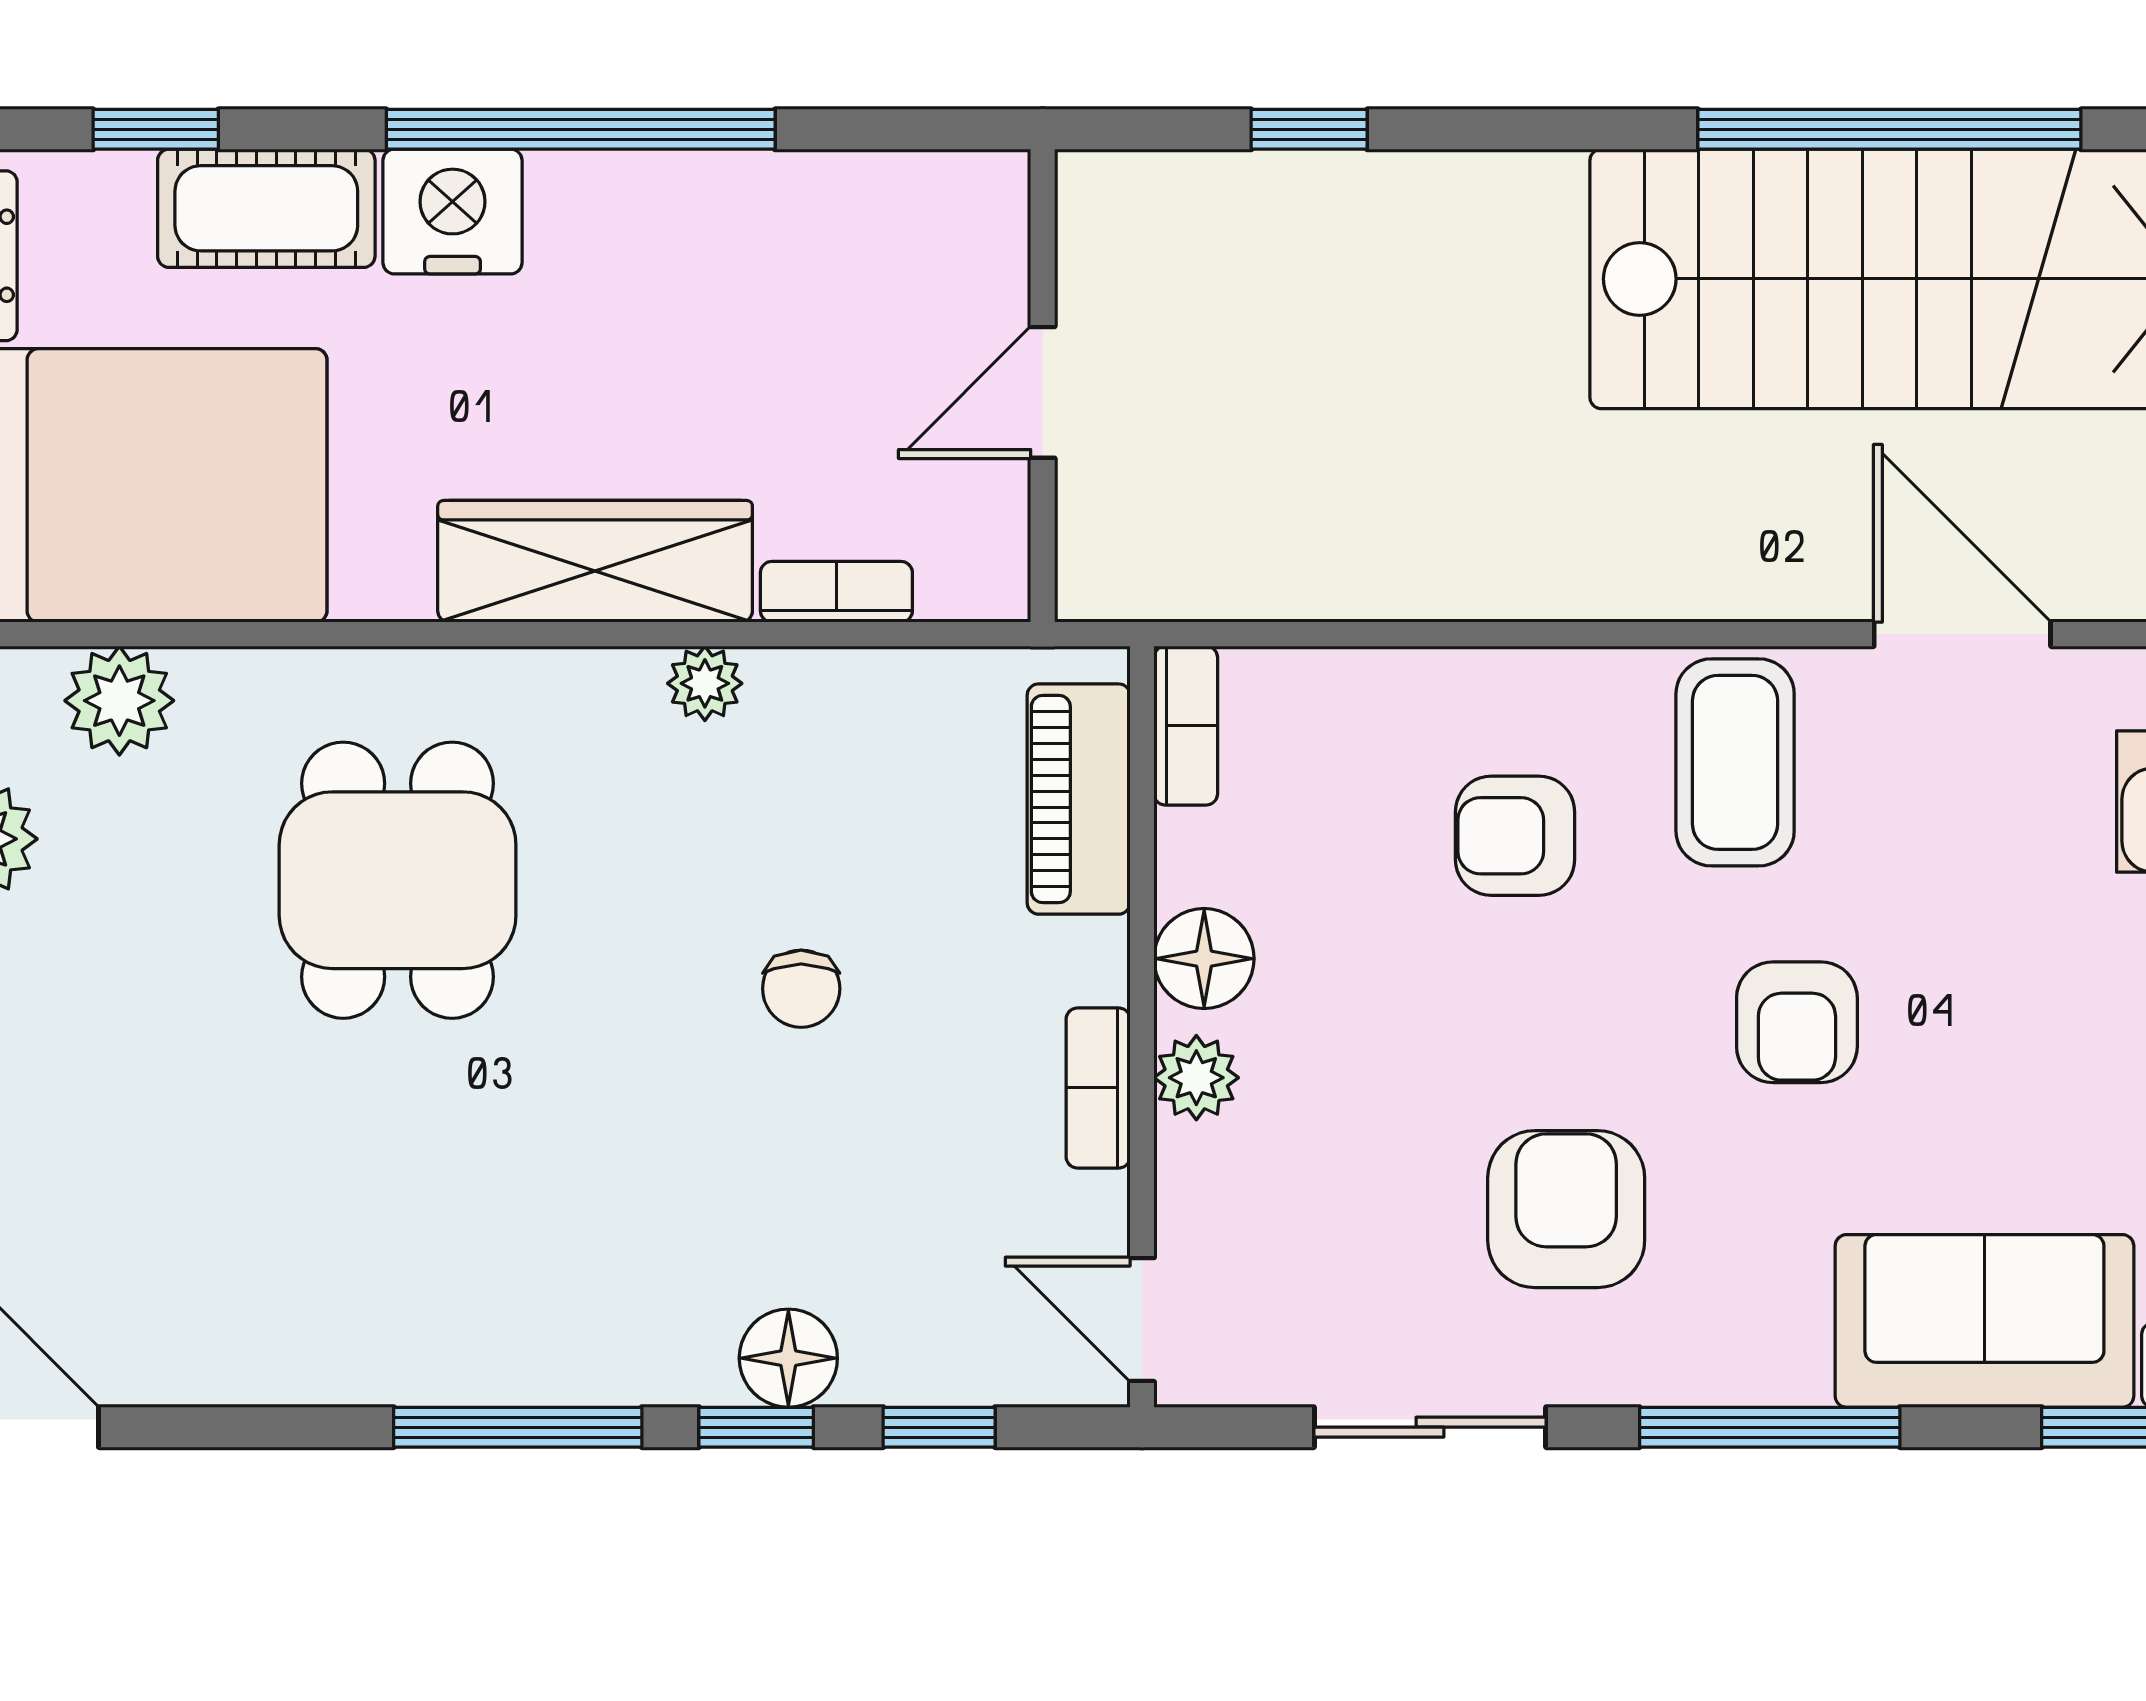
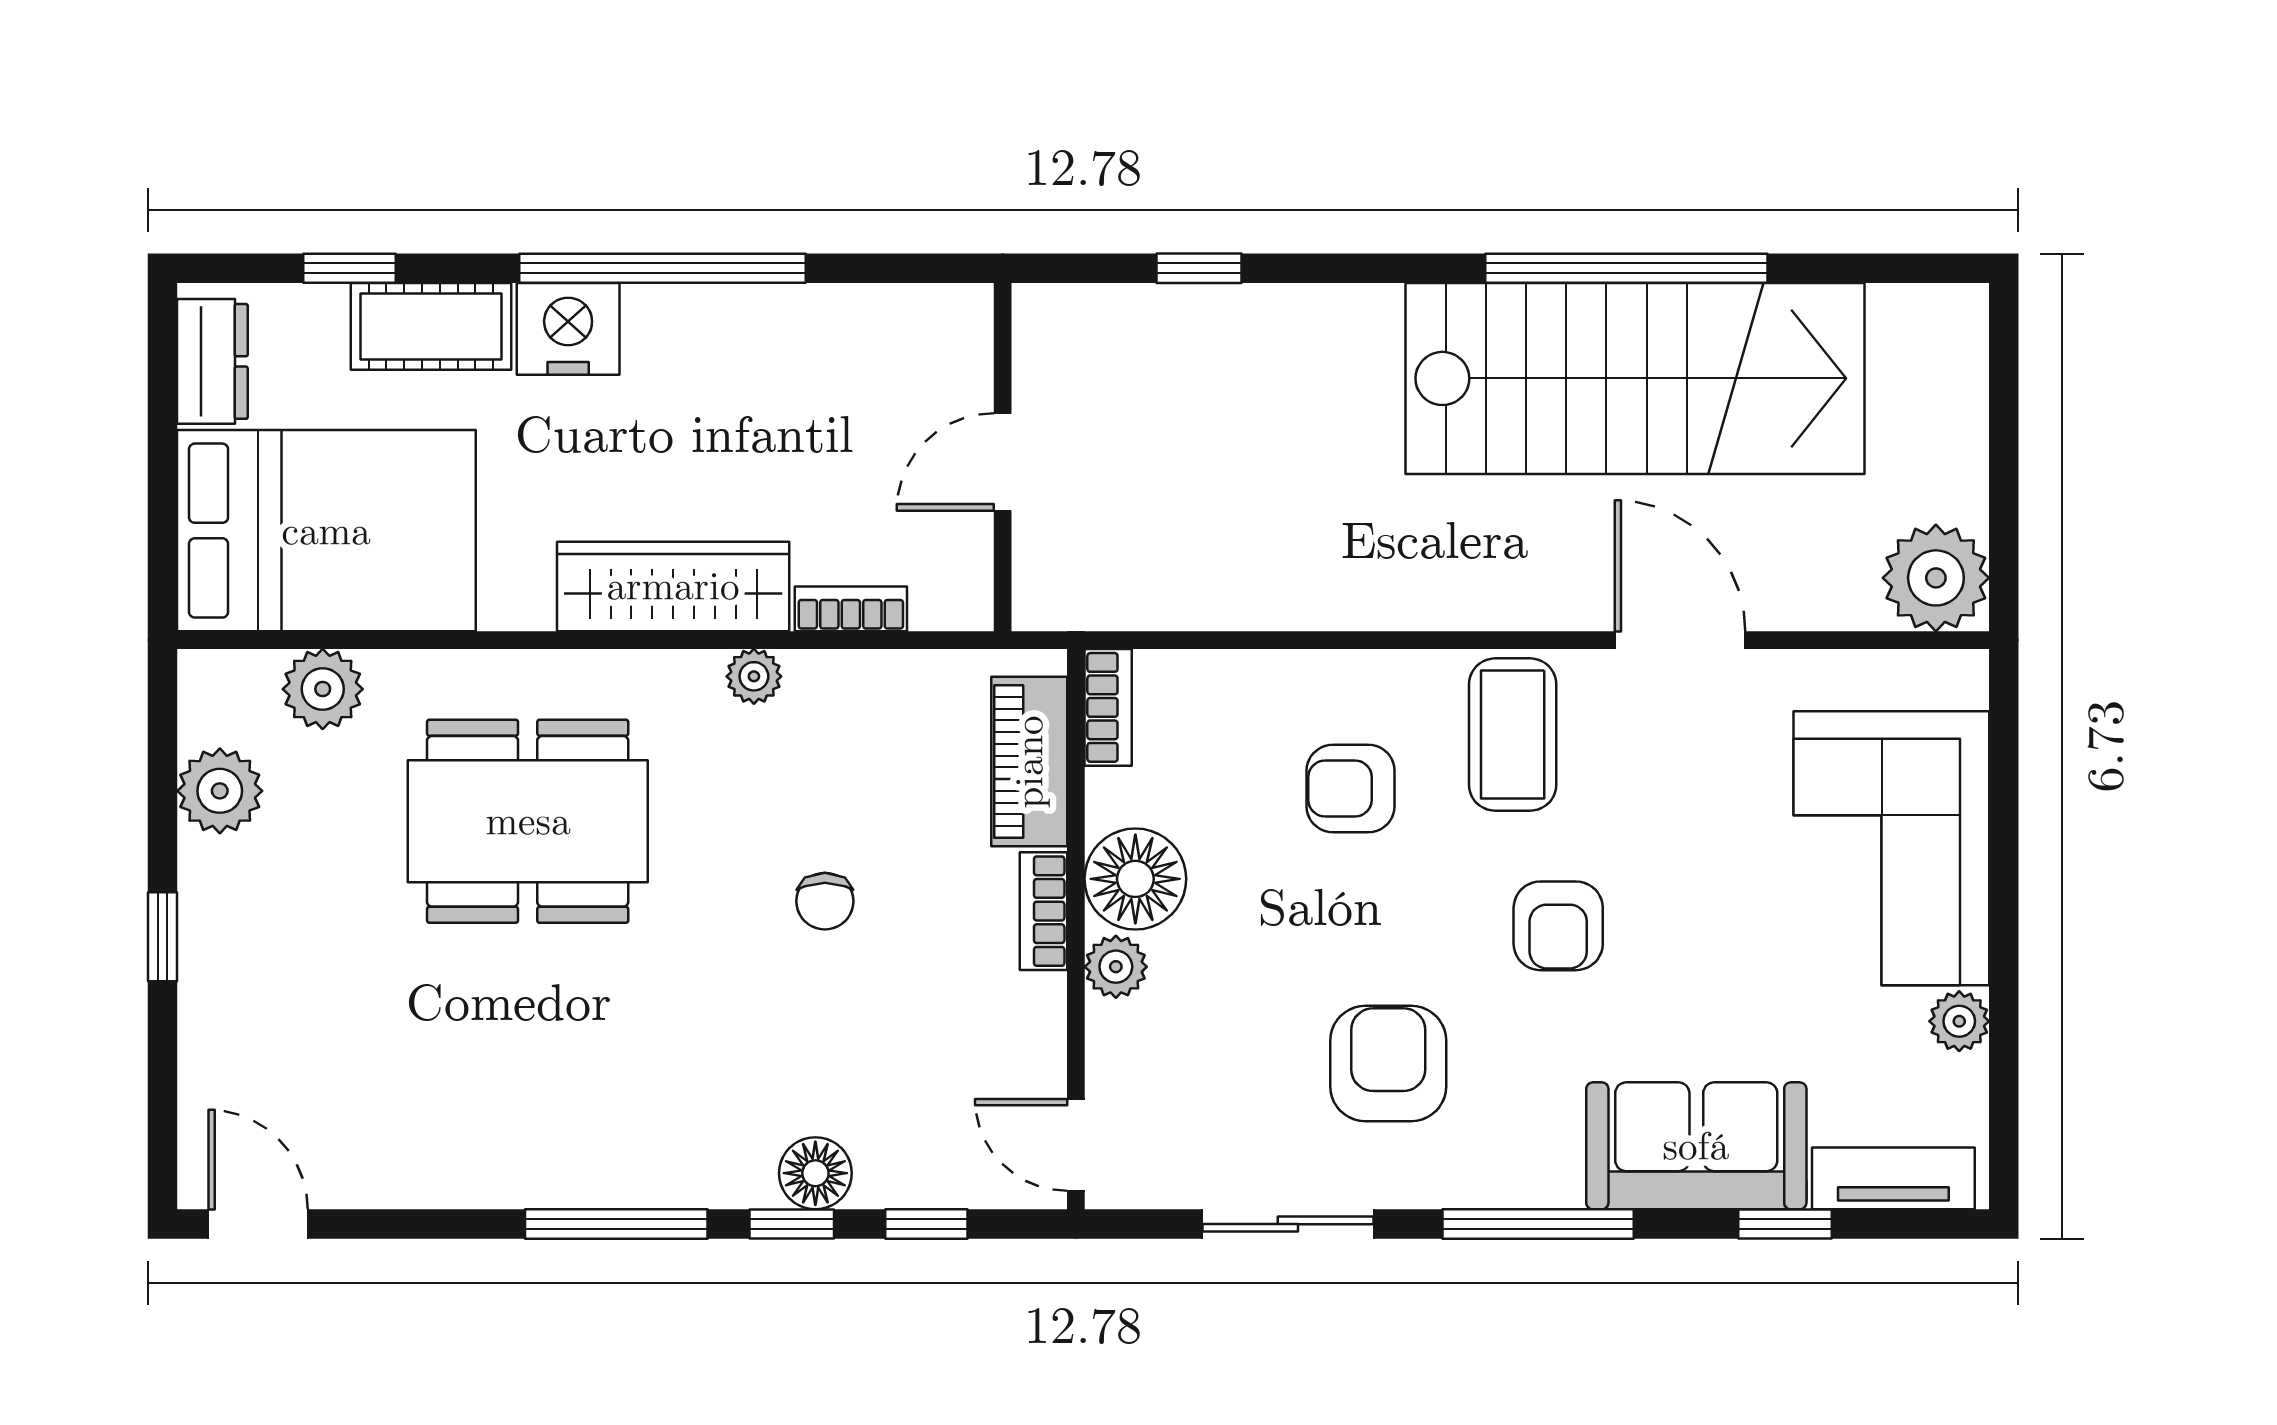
dining table: (398, 880) -> (528, 821), width x1.38
floor lamp: (1204, 959) -> (1135, 879), width x1.38, depth x1.38
bookcase: (1098, 1088) -> (1044, 911), moved

